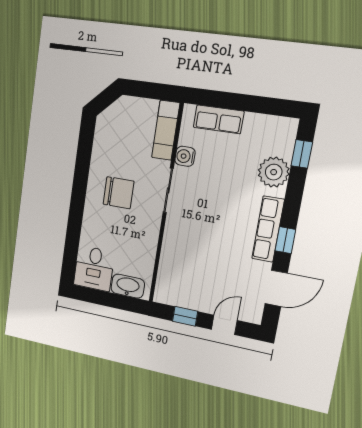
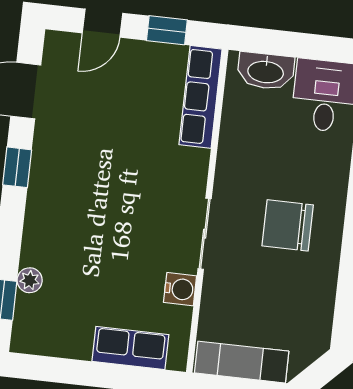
exam couch: (166, 130) -> (242, 362), moved, turned -90
plant: (274, 172) -> (30, 280), width x0.53, depth x0.53
row of seats: (268, 229) -> (201, 97), moved, turned 180

